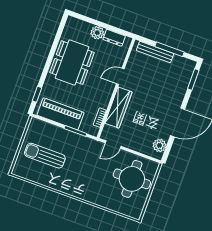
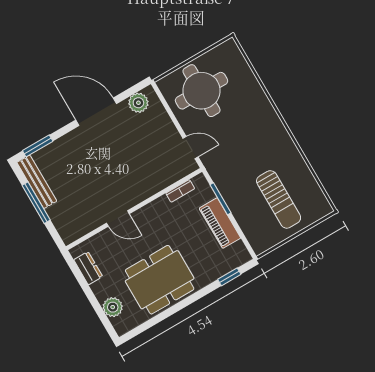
plant: (97, 33) -> (113, 307), moved
bench: (155, 52) -> (37, 182), moved
wardrobe: (118, 108) -> (149, 185), removed
piano: (60, 114) -> (220, 223), width x0.73, depth x0.75

